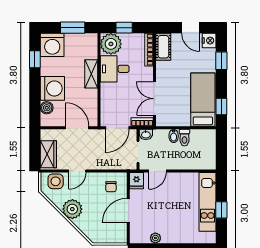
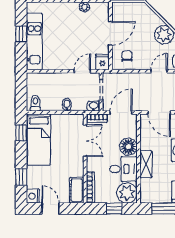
floor lamp: (109, 92) -> (128, 147), added
toilet: (184, 138) -> (35, 103), moved

